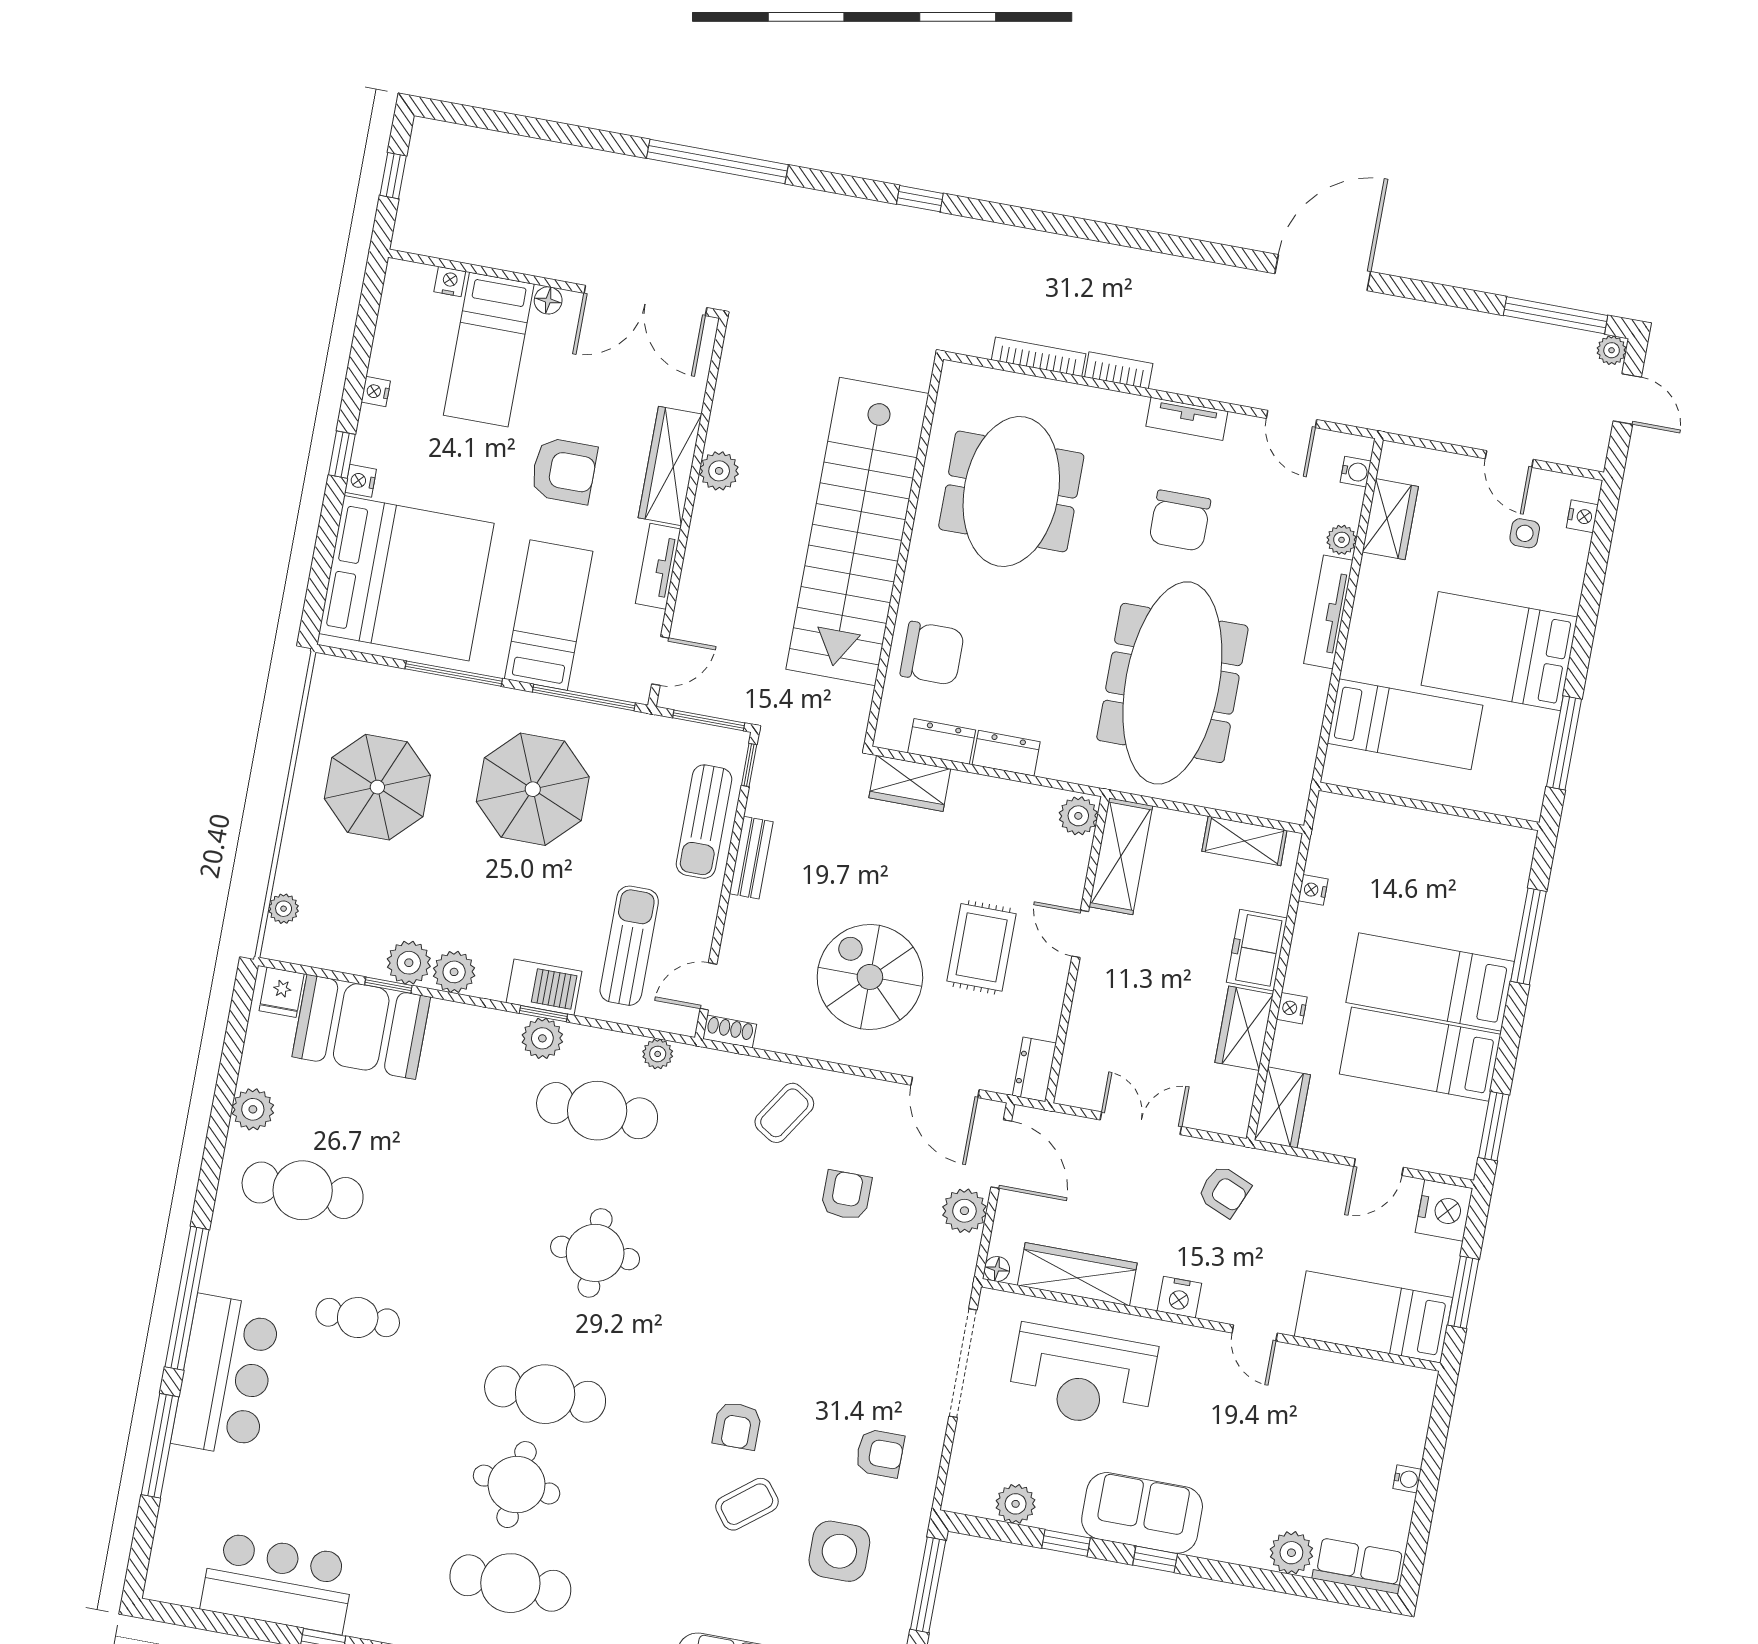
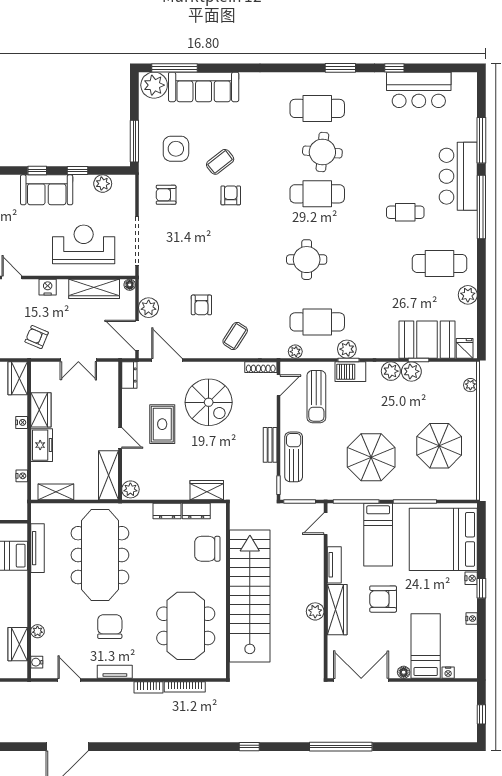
tv unit: (1328, 612) -> (38, 548), moved
shoe rack: (730, 1032) -> (261, 367), width x1.43

